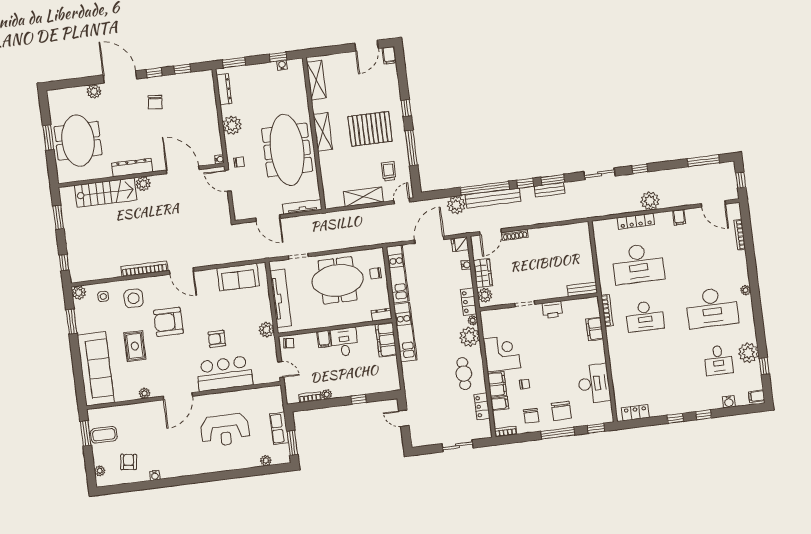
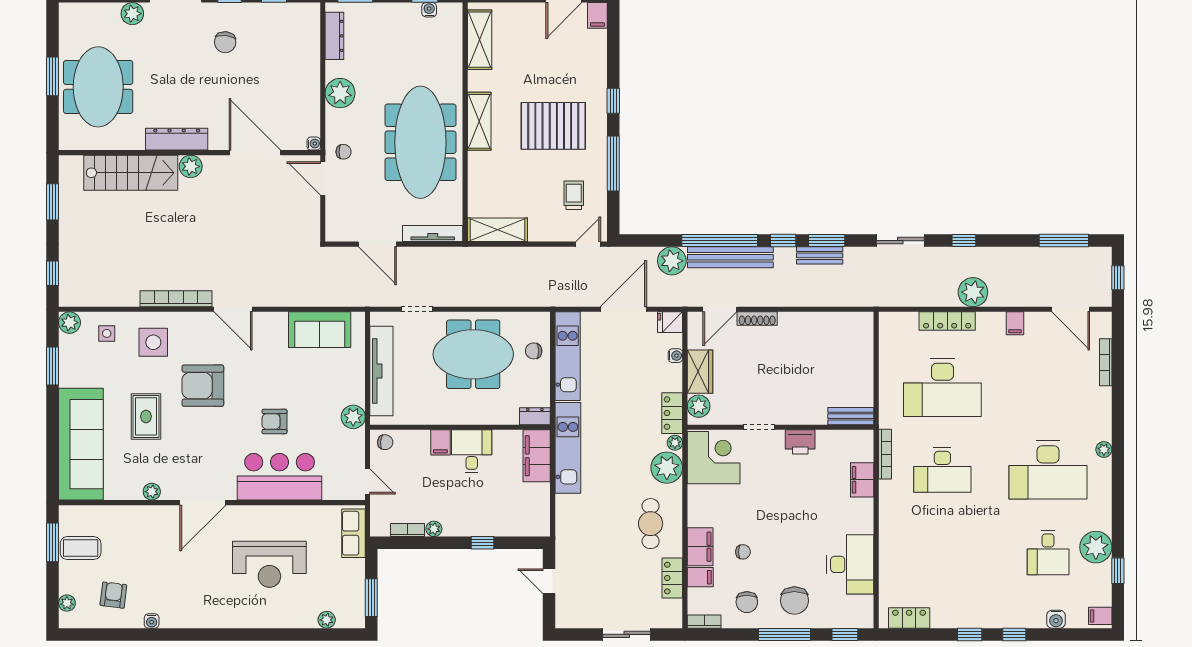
shelving: (363, 197) -> (497, 230), moved
corner desk: (502, 353) -> (714, 458), moved
row of seats: (279, 428) -> (353, 533), moved

